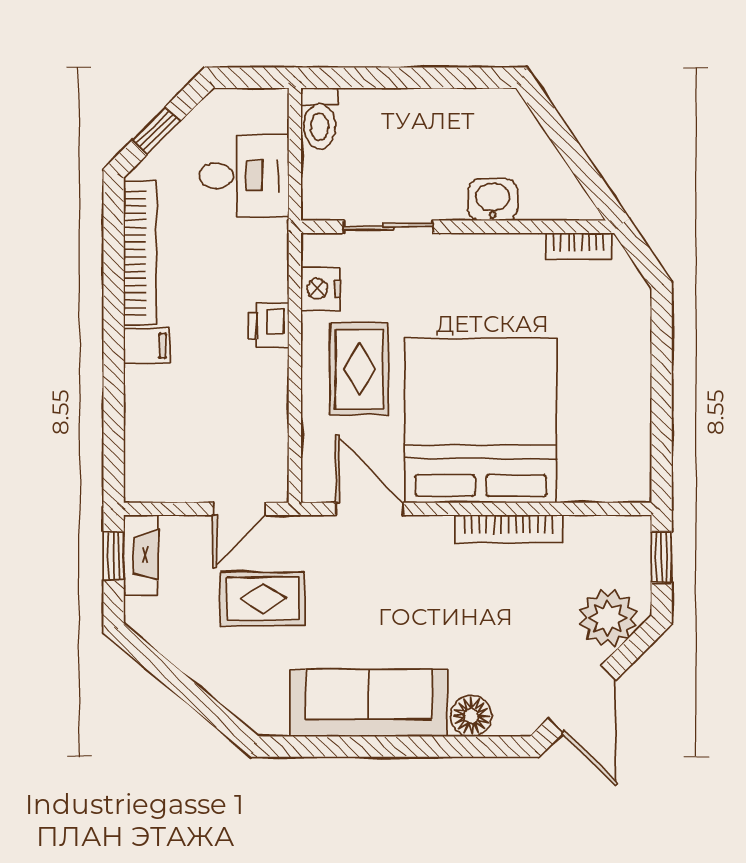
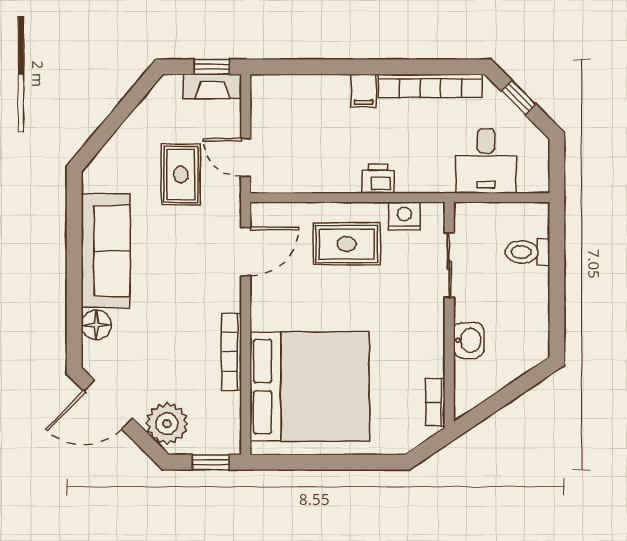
toilet: (320, 118) -> (527, 252), moved
bed: (481, 420) -> (310, 387), moved

